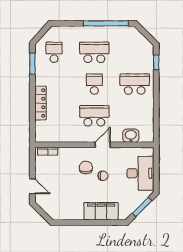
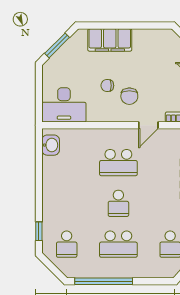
school desk: (135, 84) -> (67, 244), moved, width x0.54
washbasin: (131, 136) -> (51, 145), moved, turned -90
door: (103, 145) -> (148, 125), moved
desk: (140, 173) -> (64, 105), moved, turned -90

